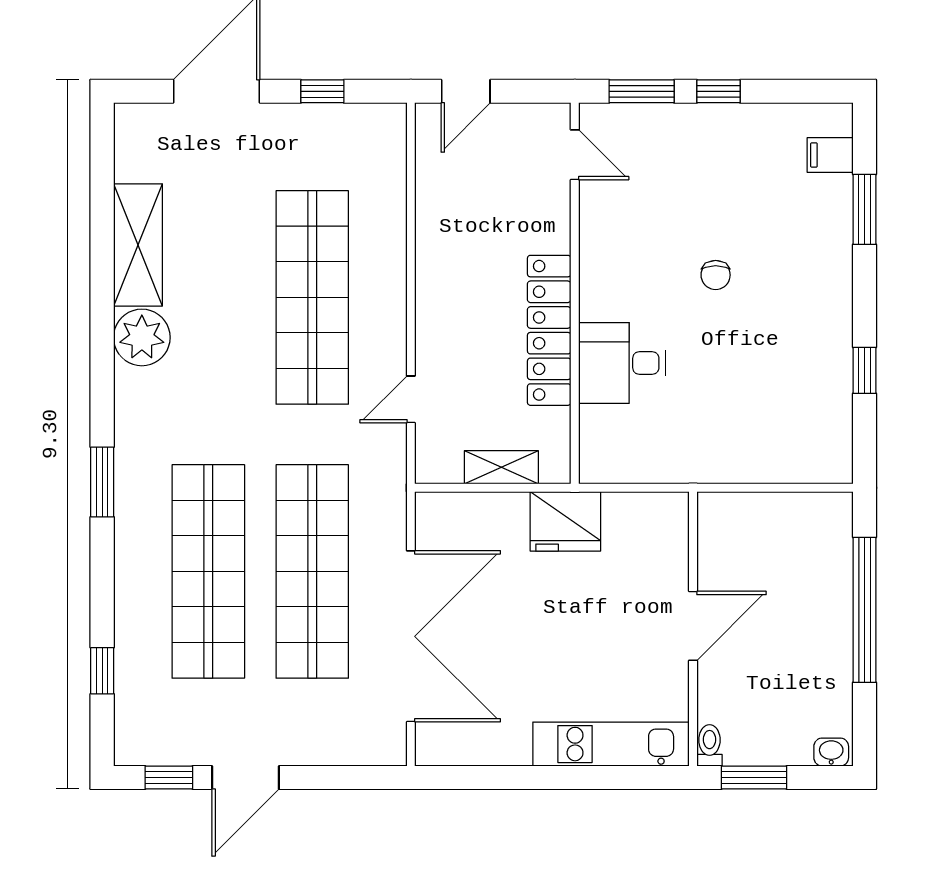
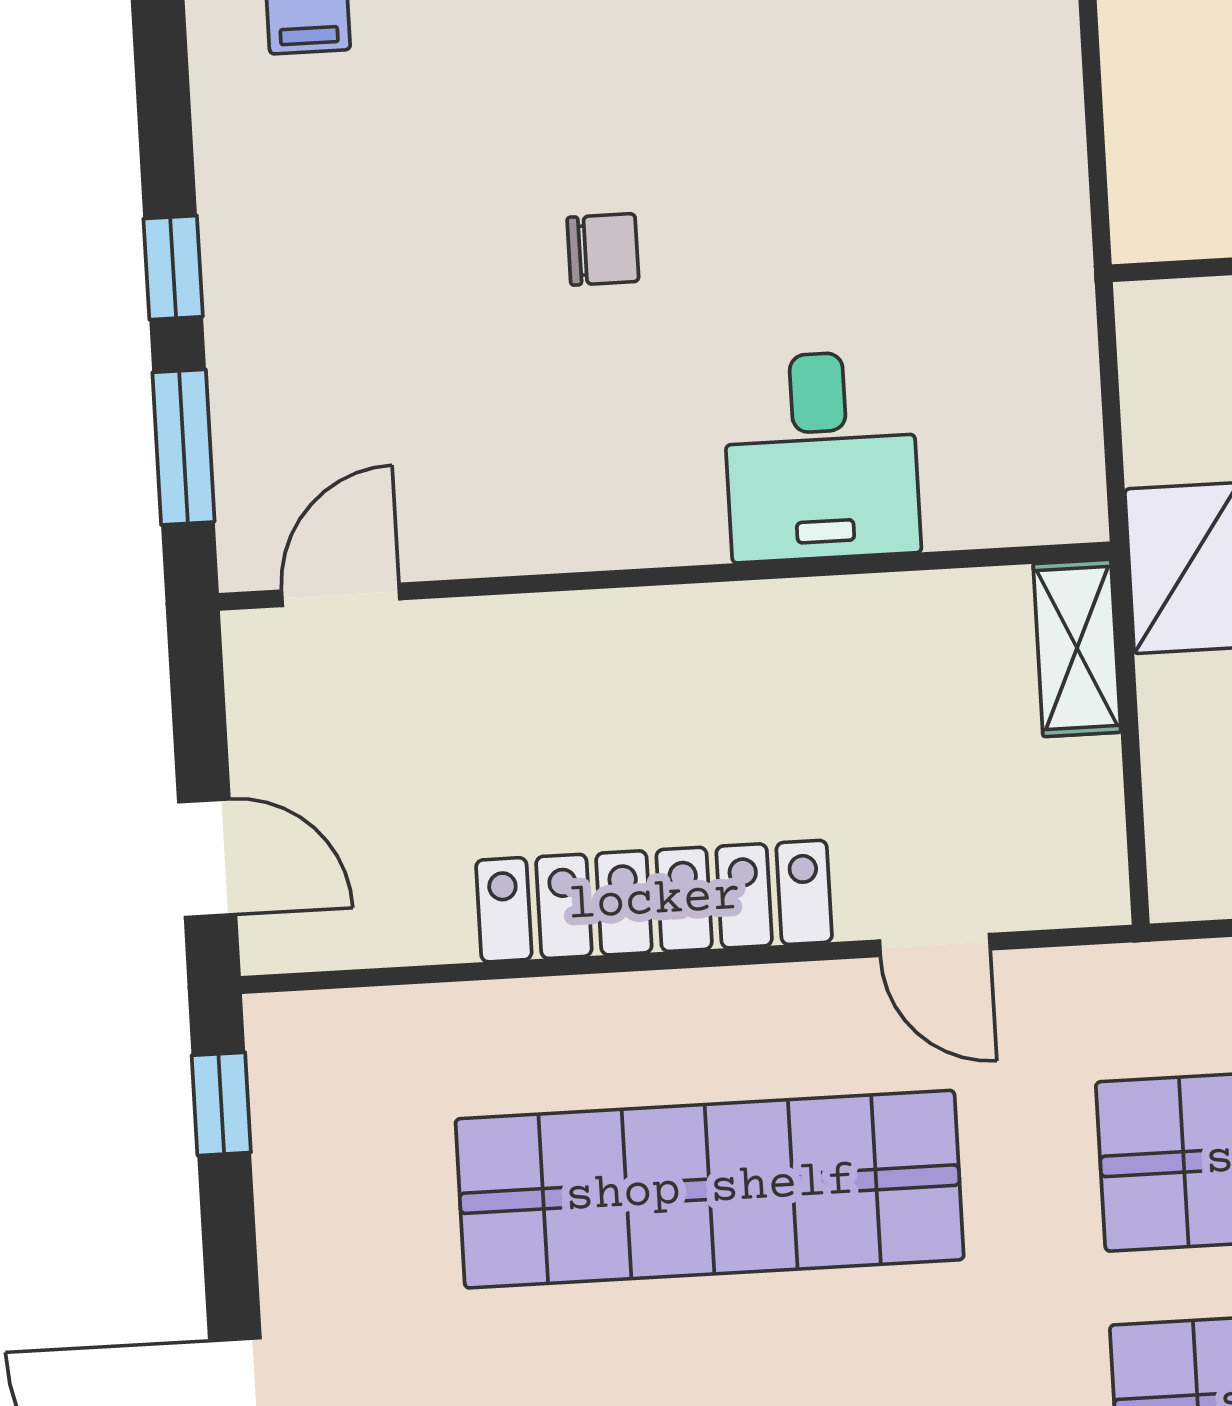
window: (322, 91) -> (221, 1104), moved
locker: (549, 330) -> (654, 901), moved, turned 180
shelving: (501, 467) -> (1077, 648), moved

